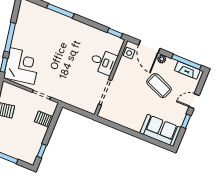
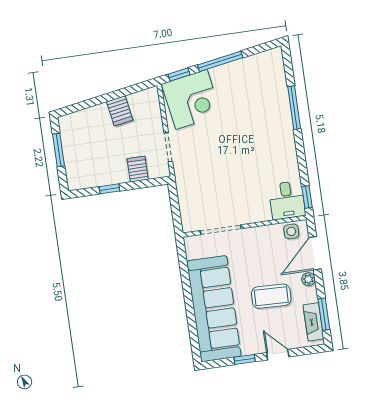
desk: (103, 62) -> (287, 200), moved
window: (186, 62) -> (324, 314), width x0.69
coffee table: (159, 86) -> (271, 296), turned 69
sofa: (160, 130) -> (214, 309), width x1.85, depth x1.27
window: (42, 151) -> (109, 189), moved

